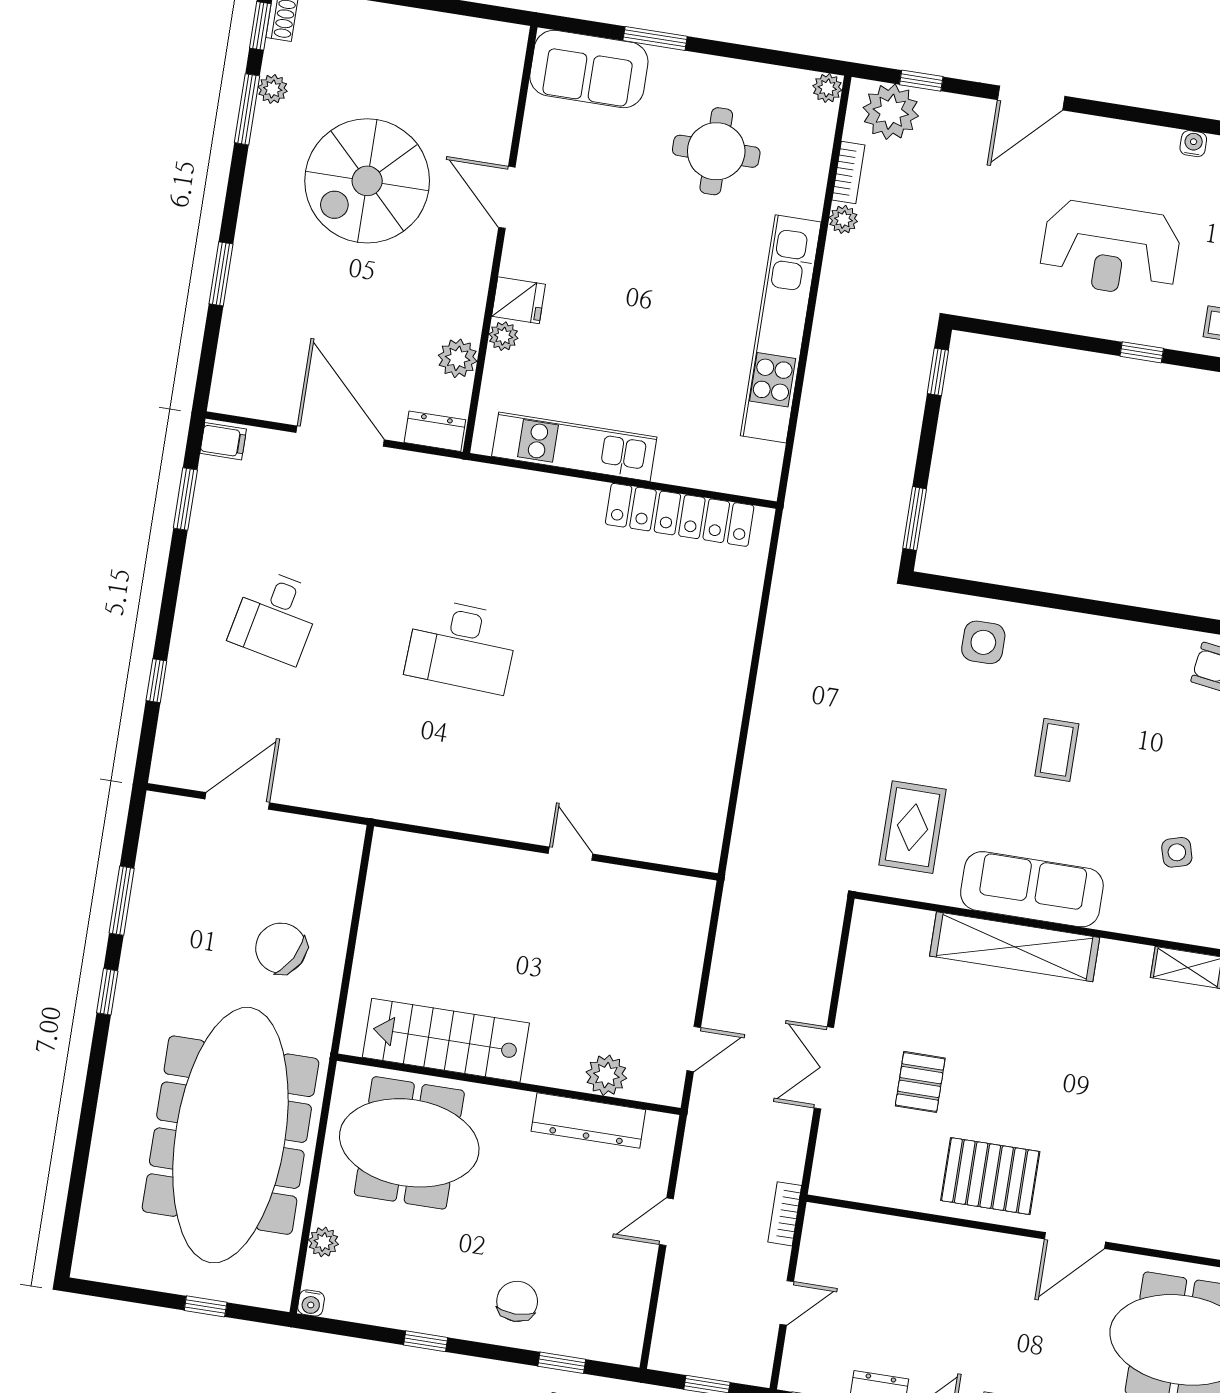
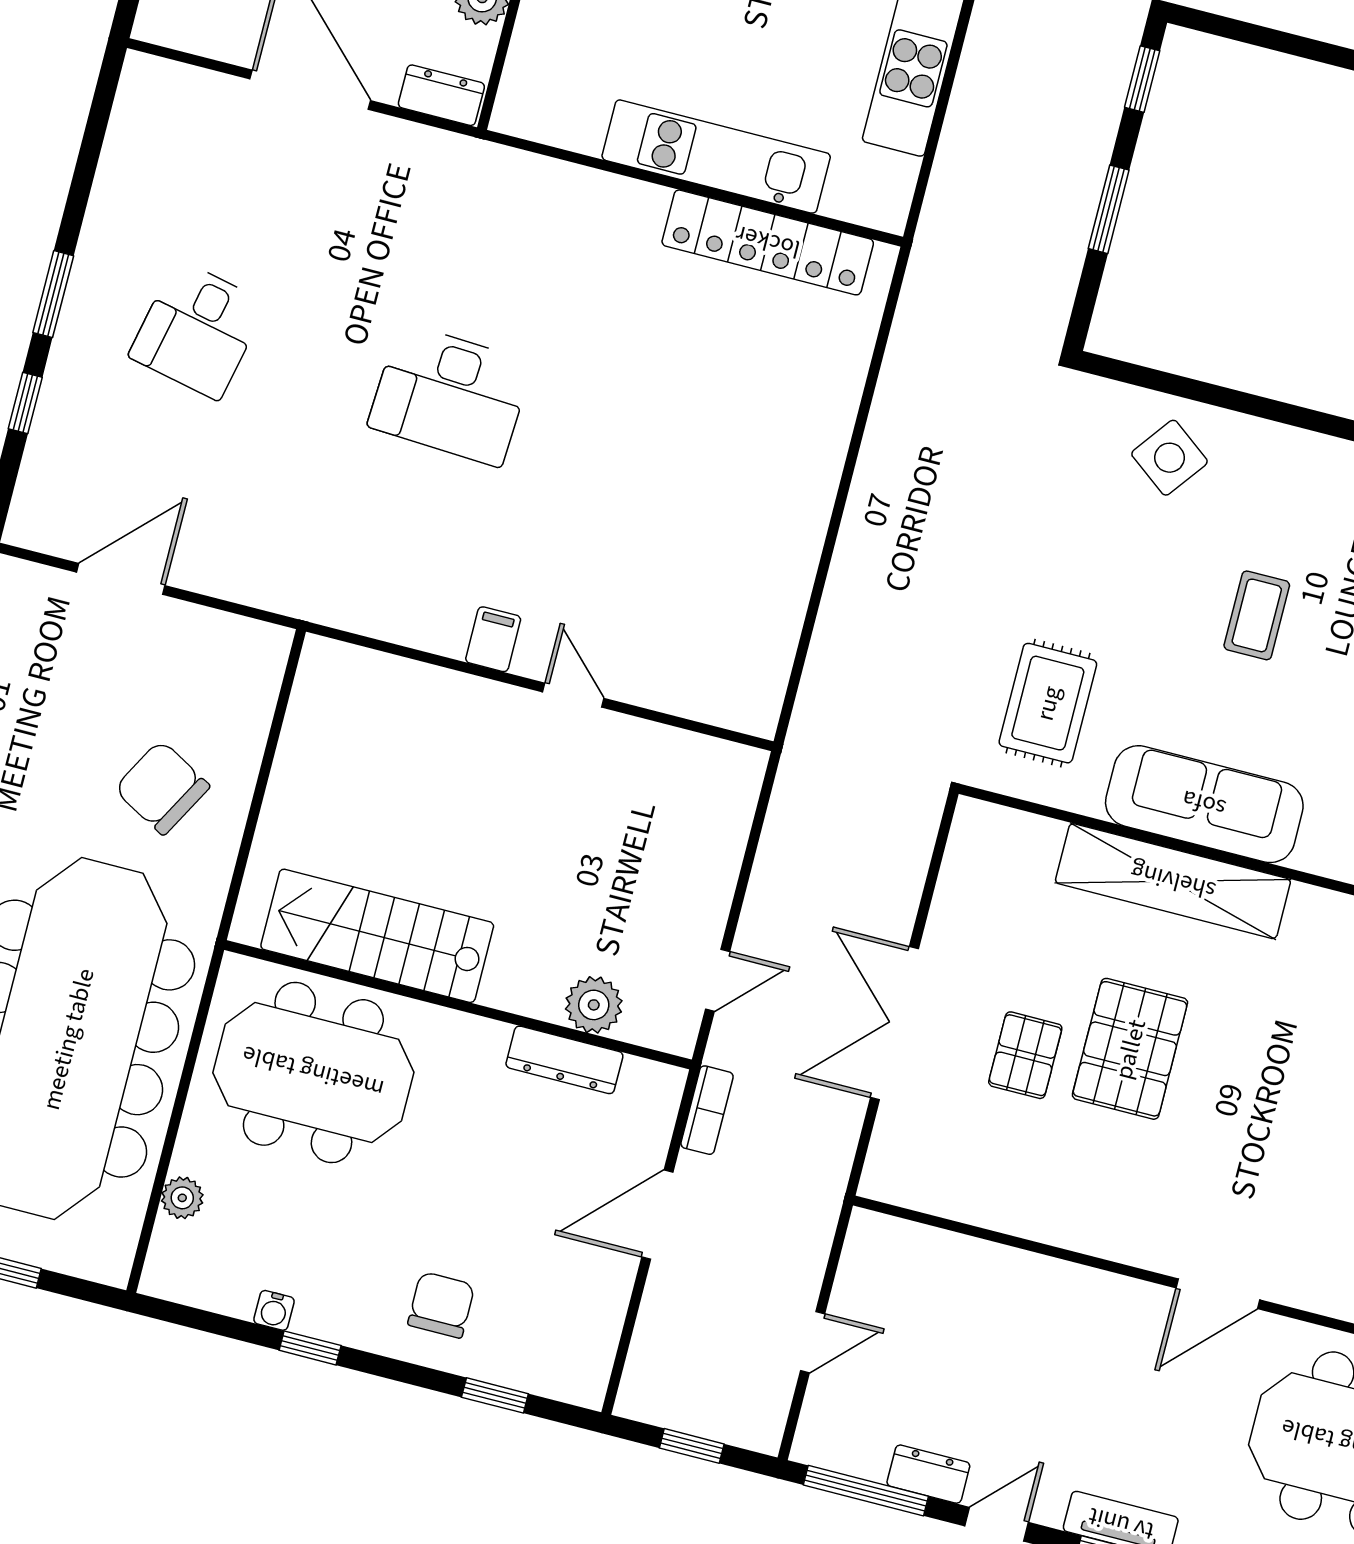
filing cabinet: (223, 441) -> (493, 639), moved, turned -90
kitchen unit: (574, 447) -> (716, 157), moved
window: (185, 499) -> (53, 294), moved
window: (915, 519) -> (1109, 209), moved
side table: (983, 642) -> (1169, 458), turned 37
double door: (824, 1068) -> (894, 1023), width x1.37
dresser: (588, 1120) -> (564, 1060), width x0.73, depth x0.80
pallet: (990, 1176) -> (1130, 1049), moved, turned 90
bookcase: (785, 1214) -> (707, 1110), moved, turned 180
door: (666, 1222) -> (657, 1215), width x1.38
water cooler: (311, 1303) -> (274, 1310), moved

